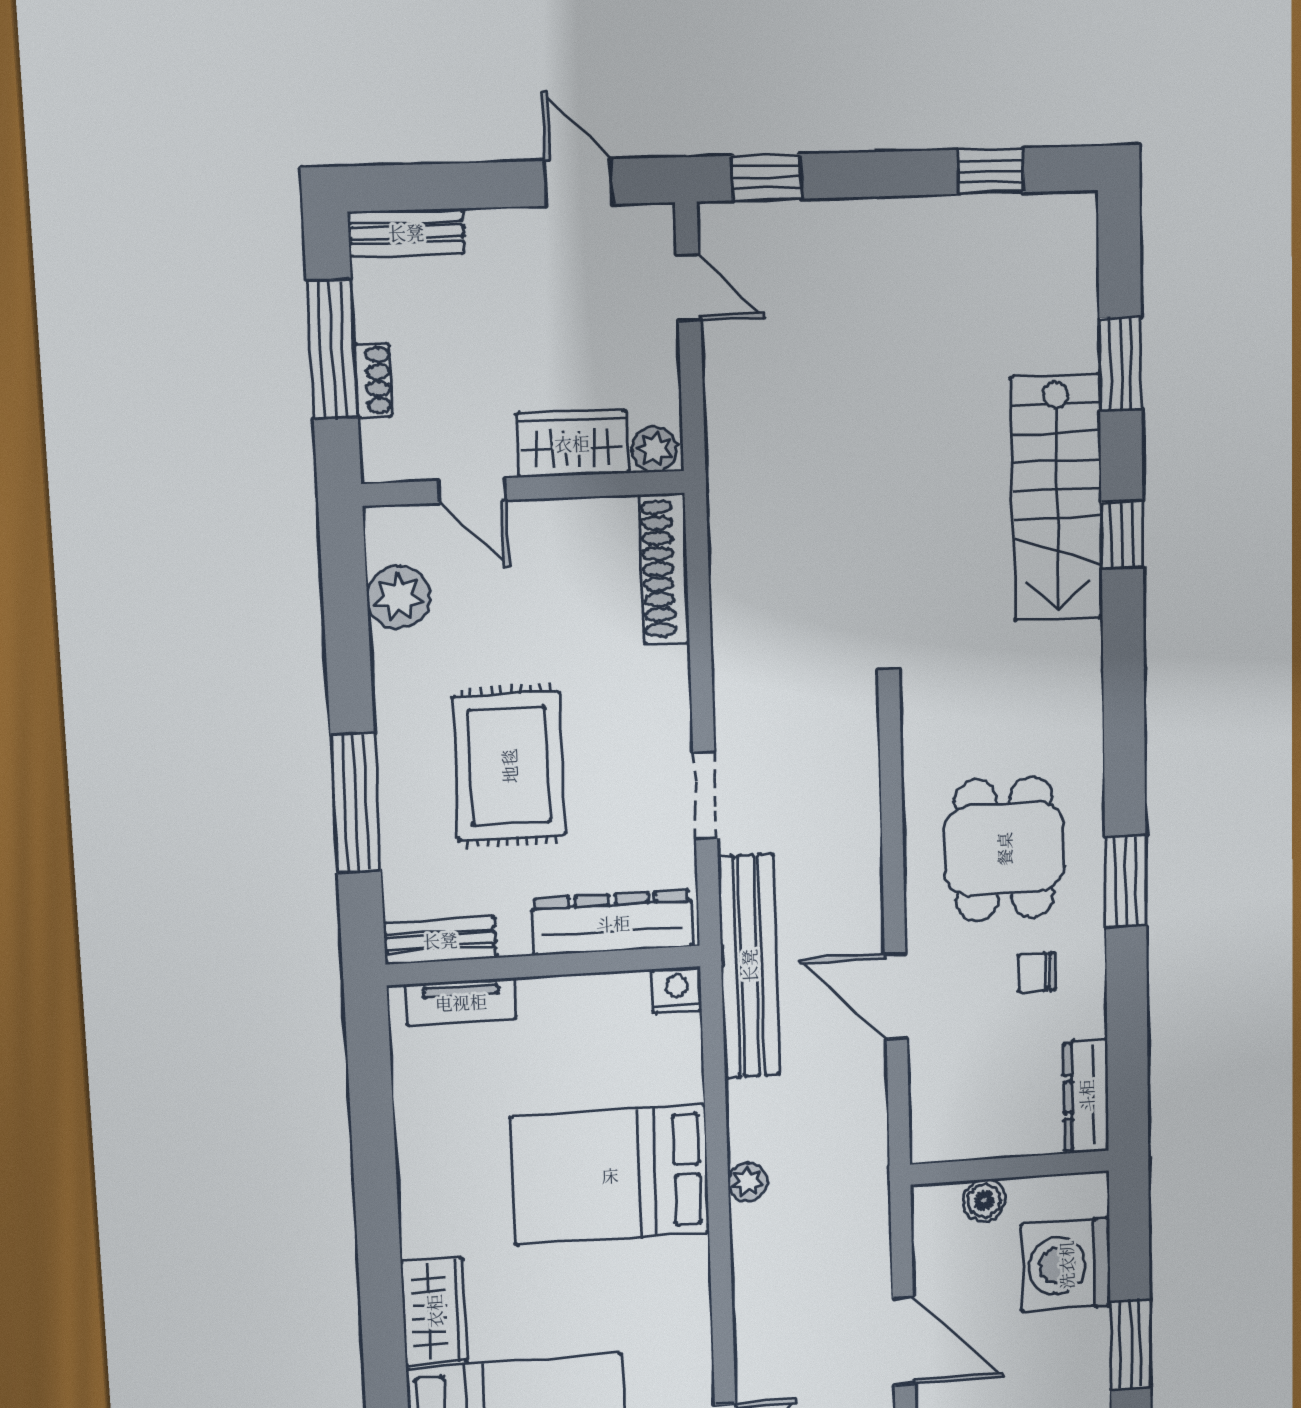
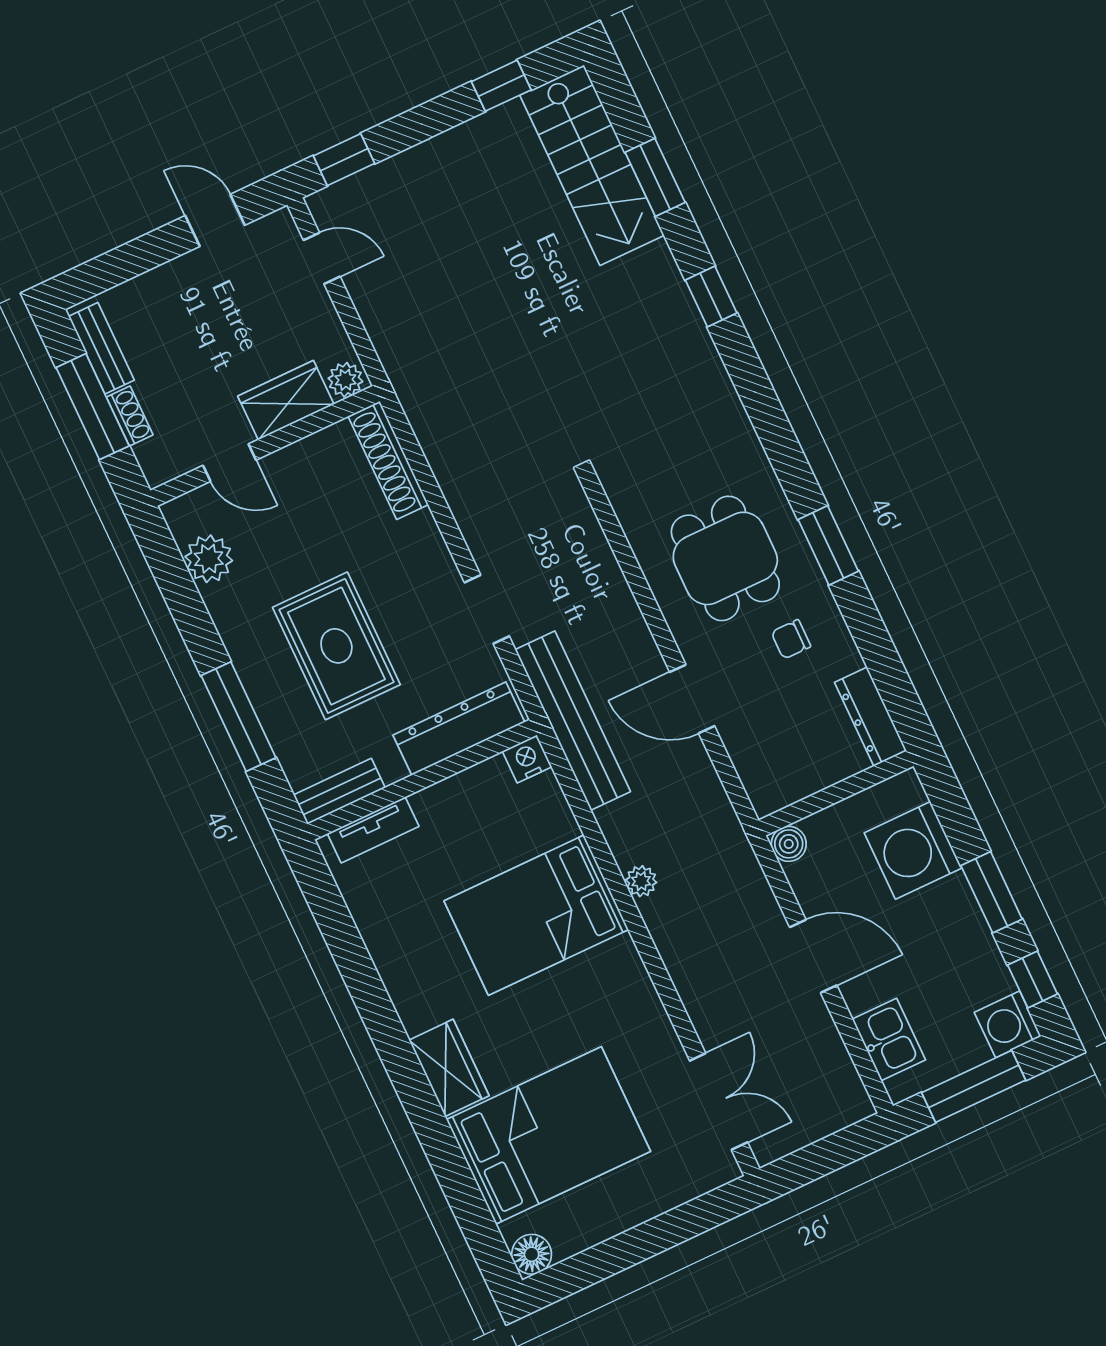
bench: (406, 232) -> (101, 348), moved, turned 90
stairs: (1057, 498) -> (592, 165), moved
boiler: (984, 1200) -> (789, 844), moved

